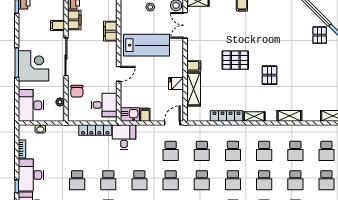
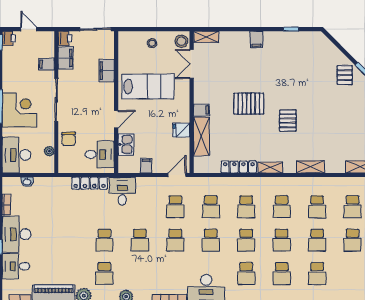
kitchen sink: (130, 114) -> (126, 144), moved, turned 90
school desk: (77, 180) -> (69, 240), removed

